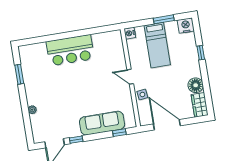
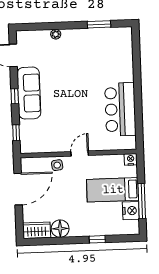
window: (164, 19) -> (142, 201), width x1.44
nightstand: (186, 26) -> (131, 211), moved
bar counter: (70, 50) -> (120, 109), moved
sofa: (102, 123) -> (29, 93), moved
window: (76, 140) -> (15, 96), moved

